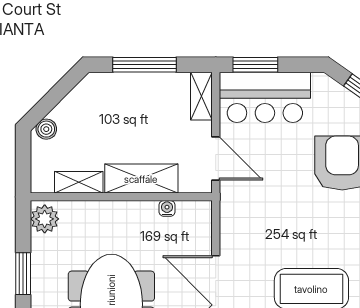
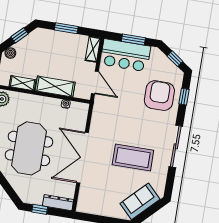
window: (144, 65) -> (66, 28), width x0.69
window: (255, 65) -> (133, 39), moved
window: (58, 93) -> (20, 35), added

